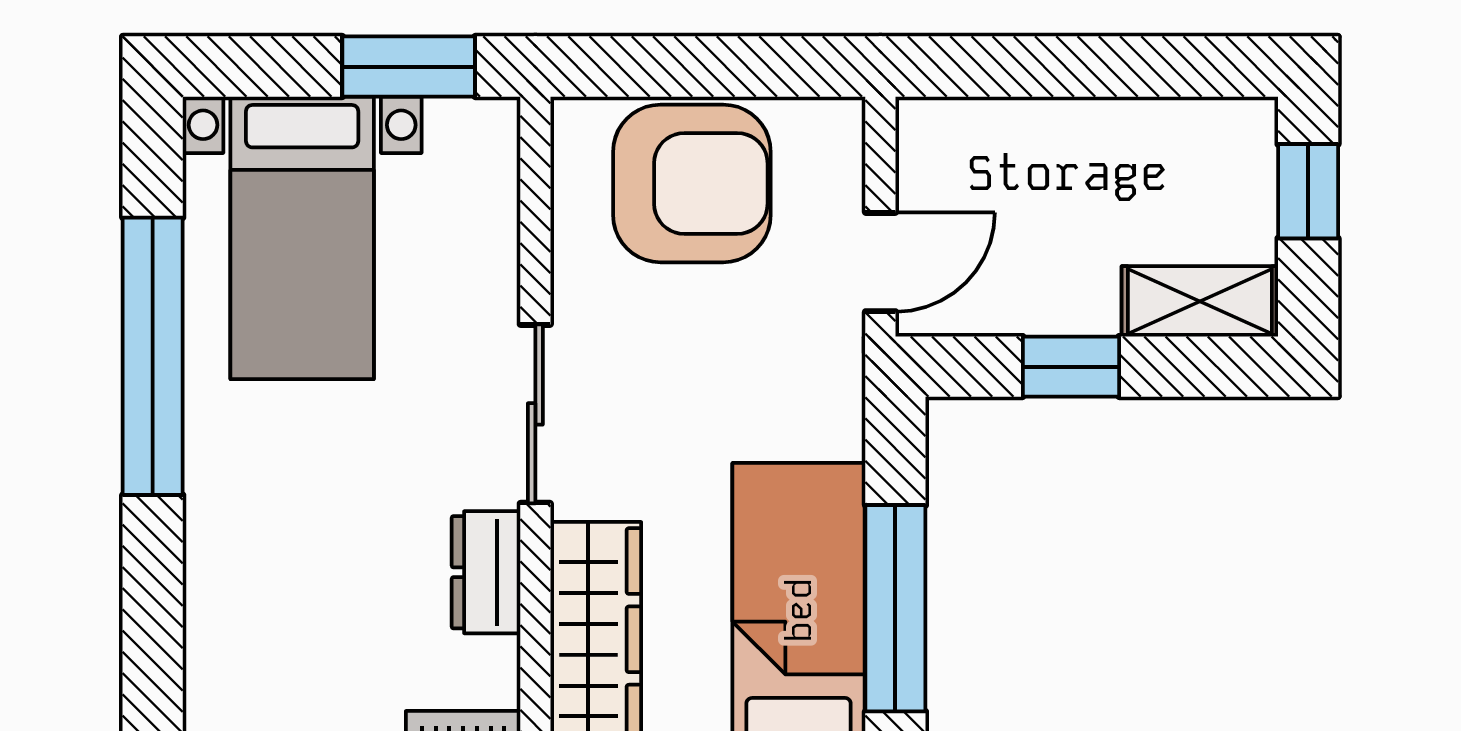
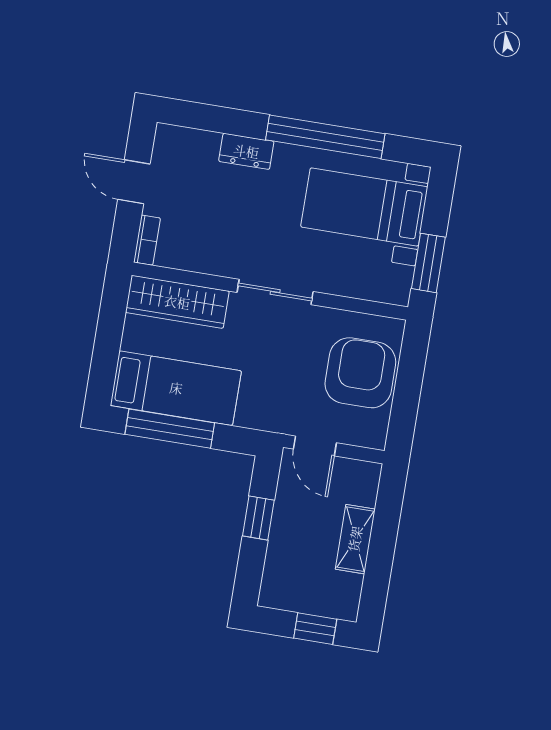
armchair: (692, 183) -> (360, 373), turned 180
shelving: (1200, 301) -> (355, 539), moved
dresser: (486, 572) -> (246, 151), moved, turned 180

